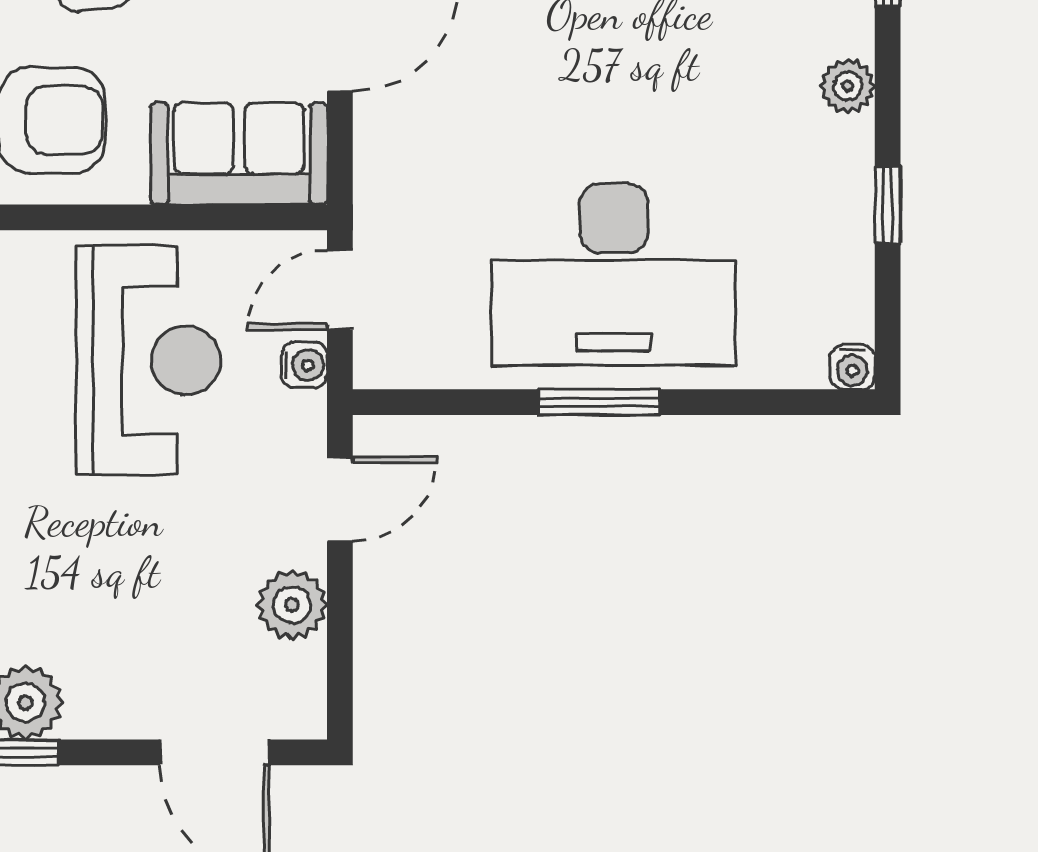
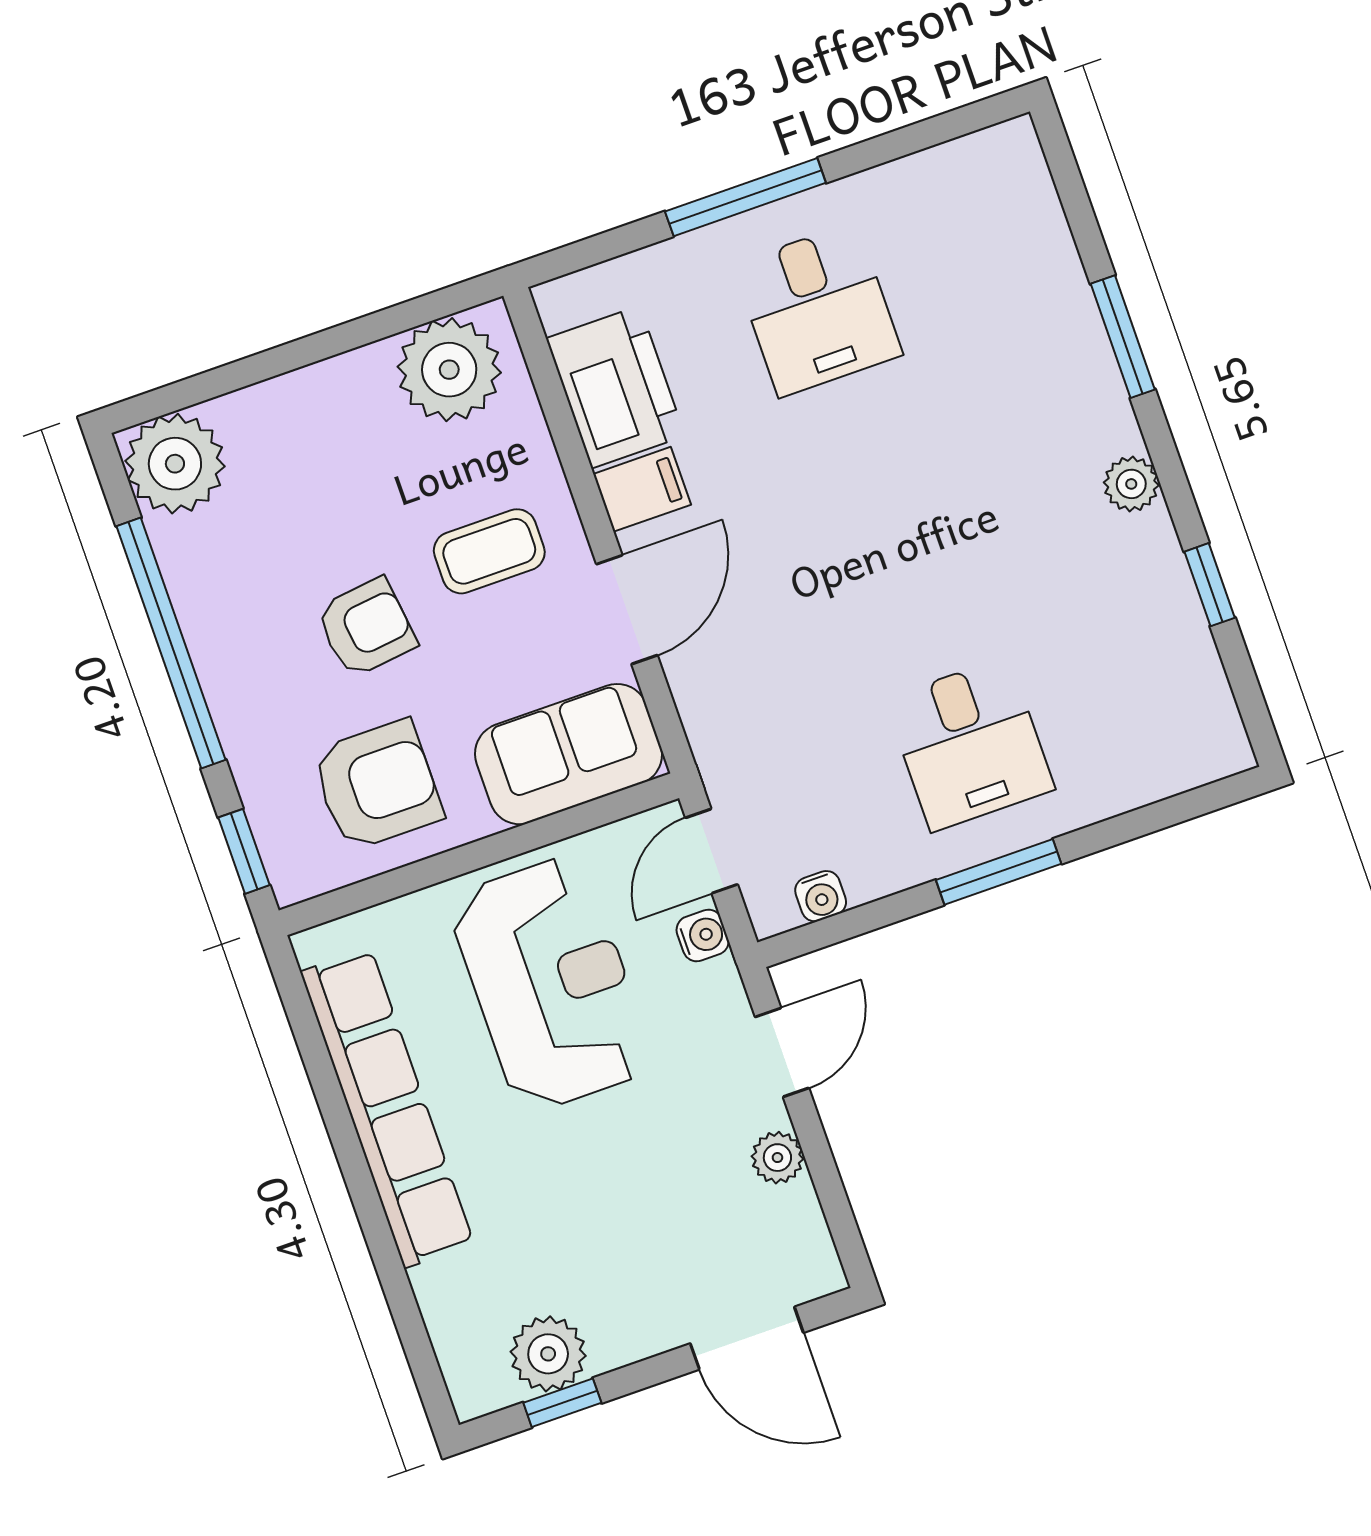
desk: (614, 275) -> (970, 744), width x0.53, depth x0.77
water cooler: (853, 367) -> (821, 896), moved
plant: (292, 605) -> (777, 1158), width x0.73, depth x0.73

